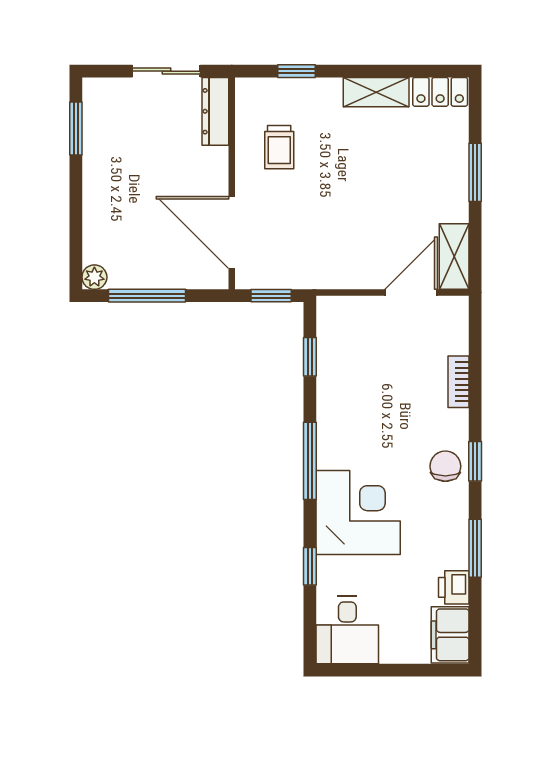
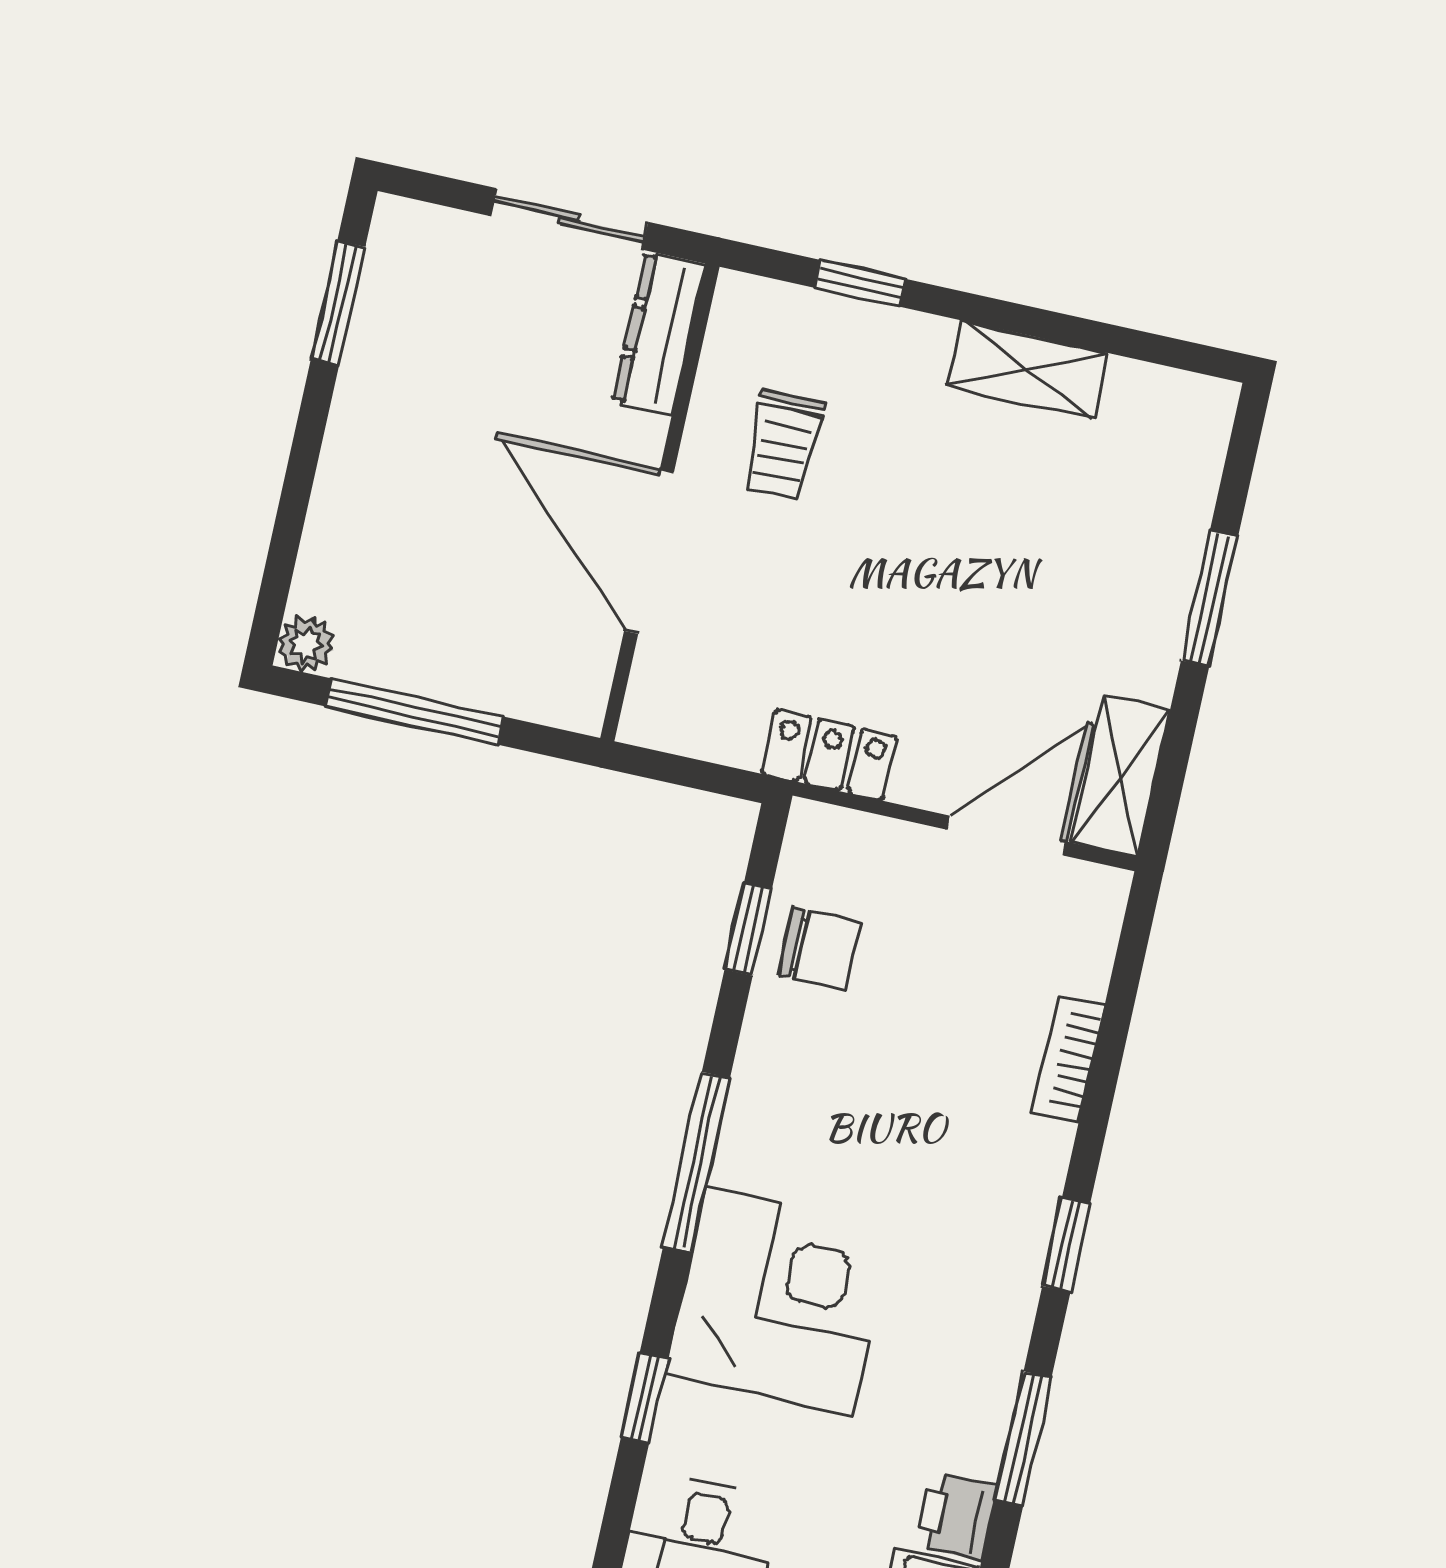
locker: (440, 92) -> (829, 755), moved, turned 180
door: (232, 232) -> (649, 552), moved
window: (271, 296) -> (692, 773), removed
chair: (445, 466) -> (819, 949), moved, turned 90

